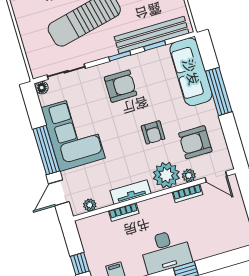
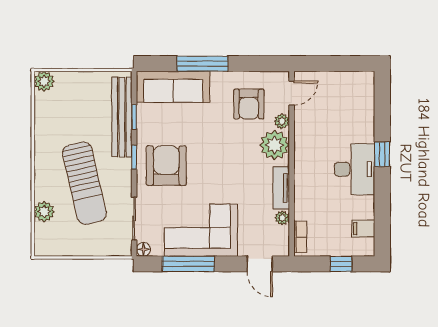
armchair: (121, 86) -> (166, 166), width x1.36, depth x1.36
armchair: (153, 132) -> (225, 146), removed
window: (46, 150) -> (188, 264), moved
bookcase: (187, 193) -> (300, 128), removed
plant: (90, 205) -> (282, 218), moved
bookcase: (124, 212) -> (300, 237), moved

